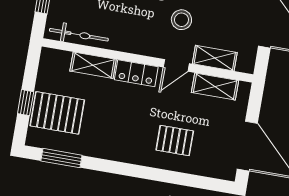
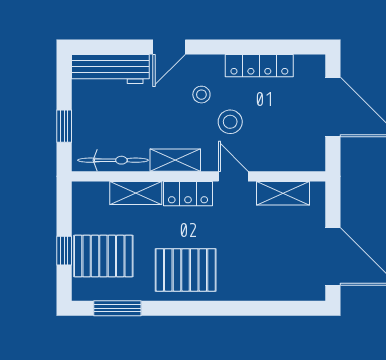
shelving: (215, 58) -> (175, 160), moved
door: (176, 65) -> (233, 176), swing flipped
pallet: (175, 141) -> (186, 270), moved, width x1.50, depth x1.42

